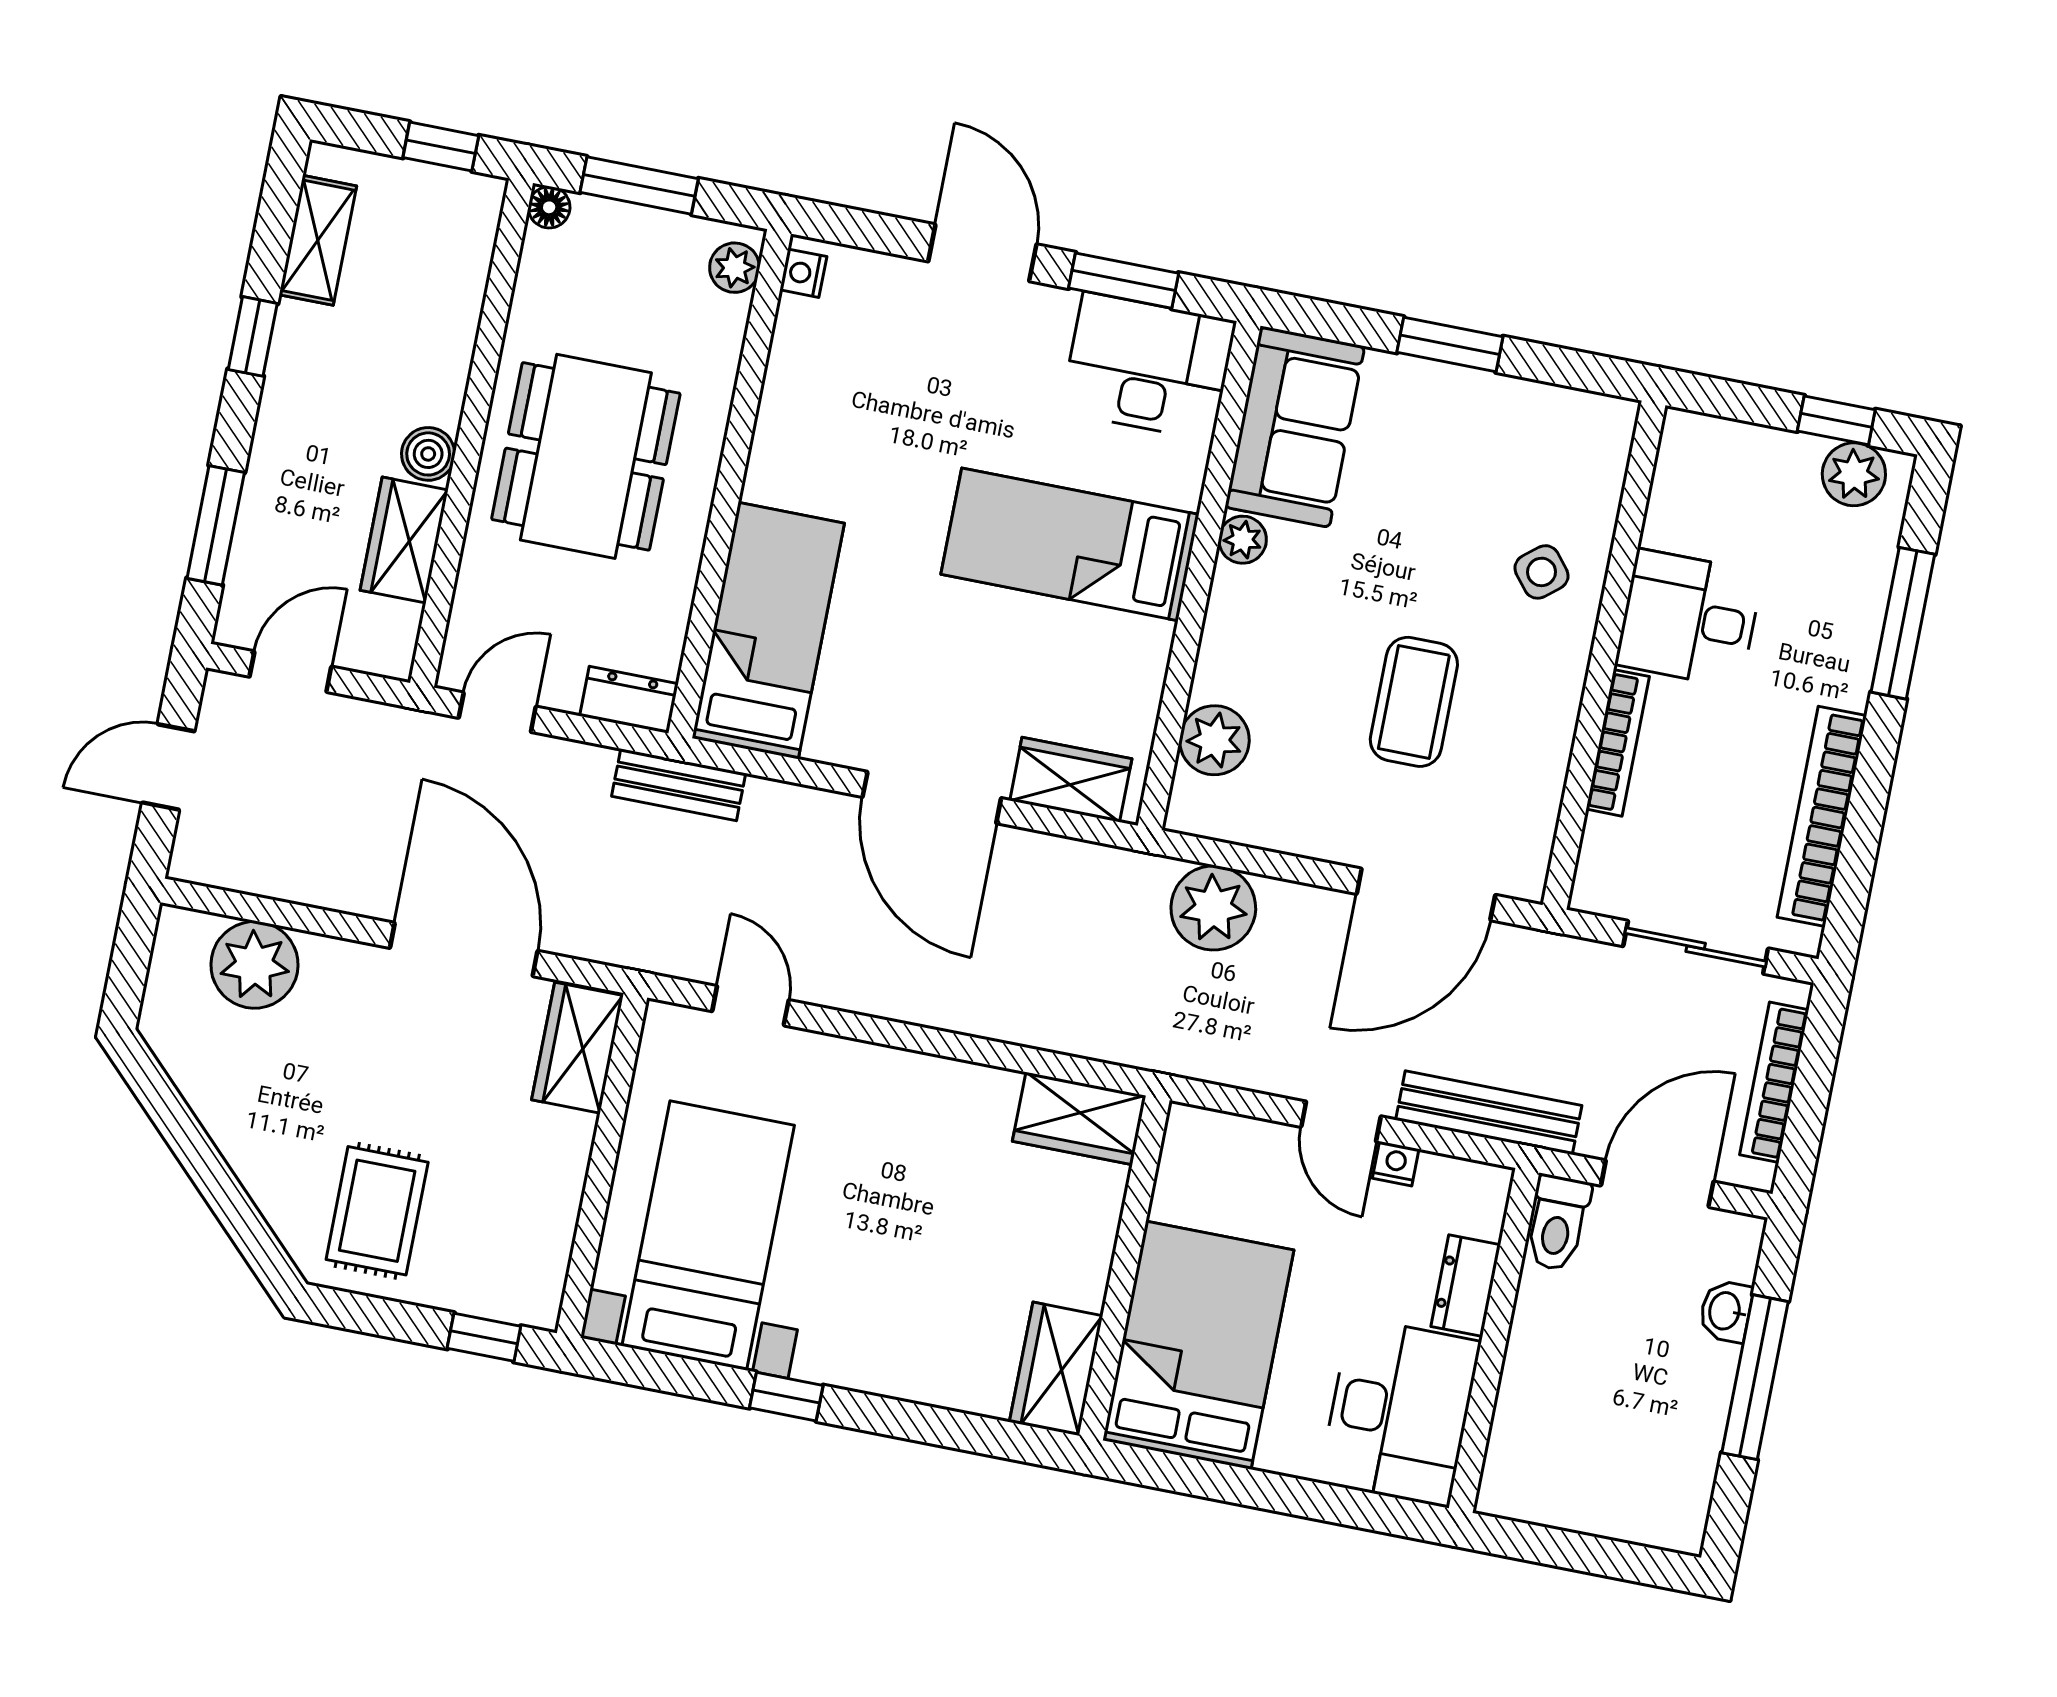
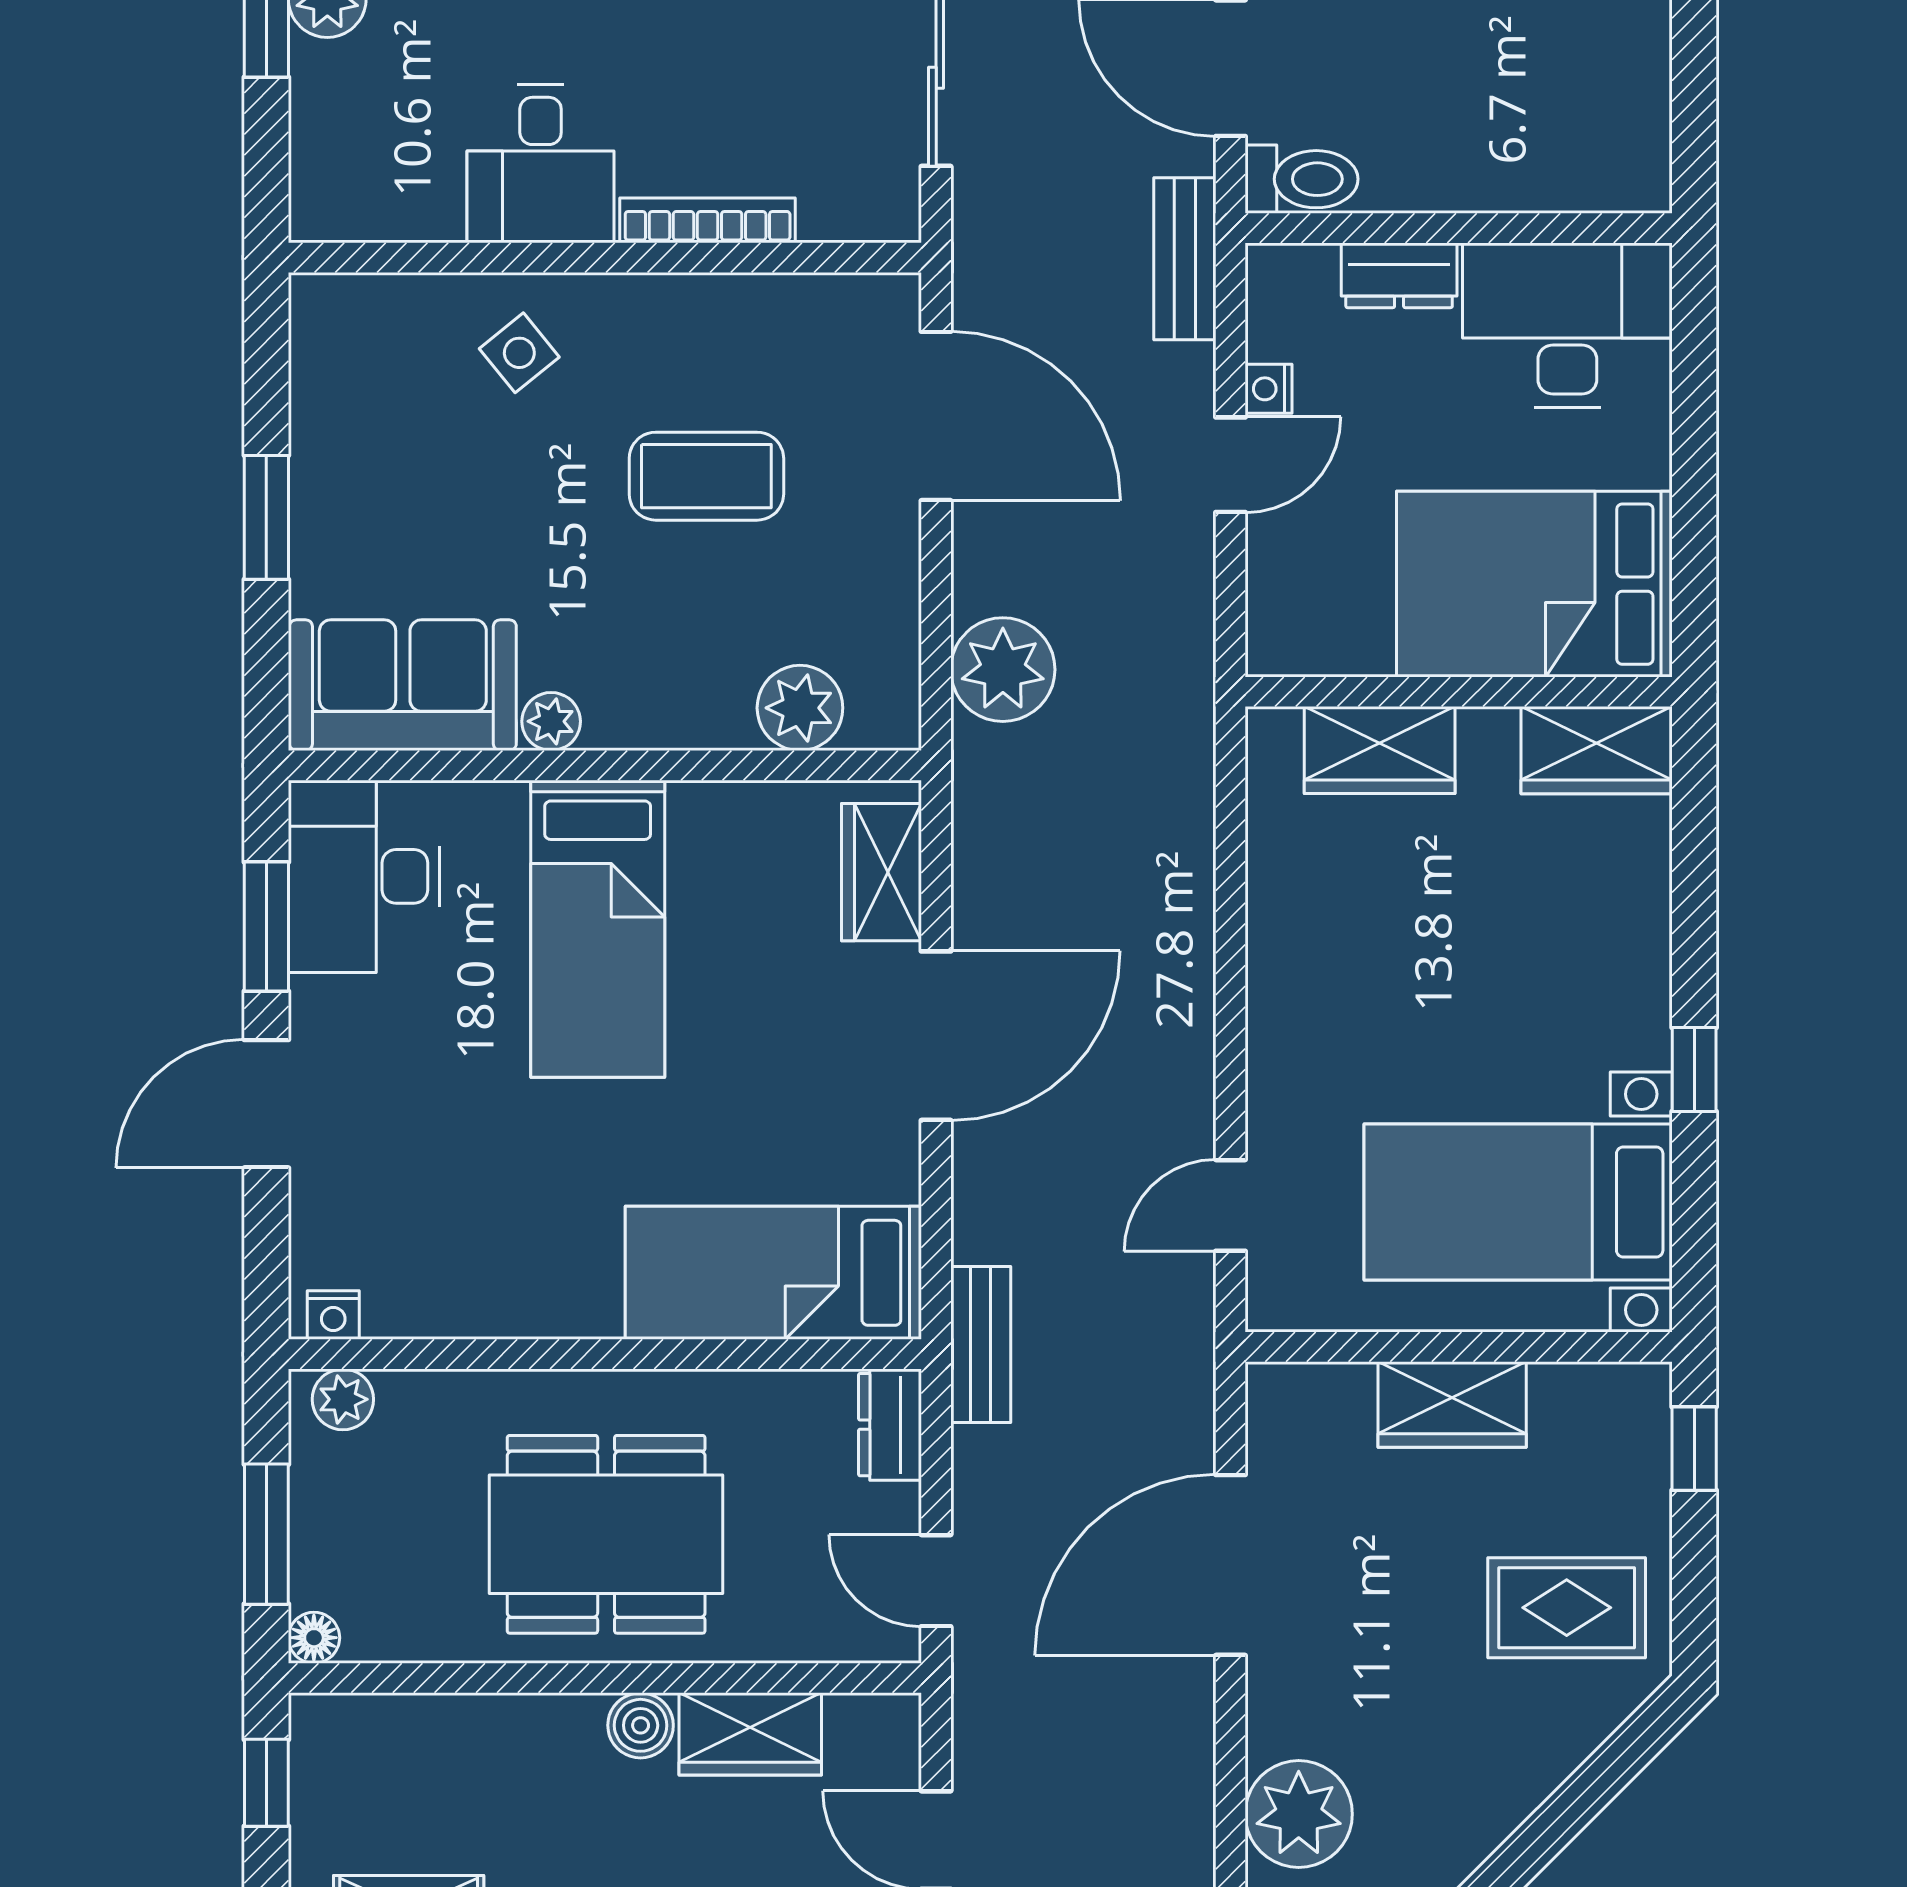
wardrobe: (577, 1048) -> (1452, 1404), moved
bench: (1489, 1113) -> (1185, 259), width x0.73
wardrobe: (1079, 1118) -> (1380, 750), moved, turned 90

